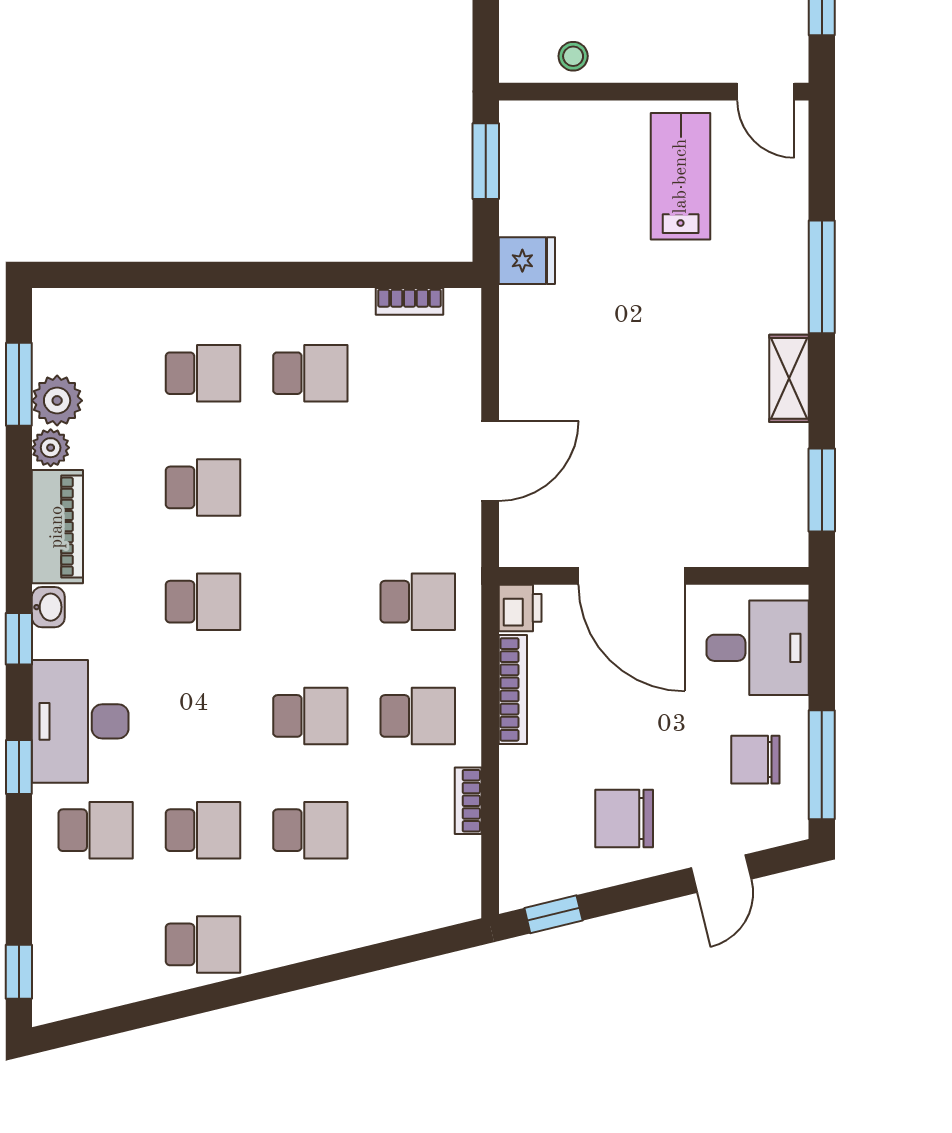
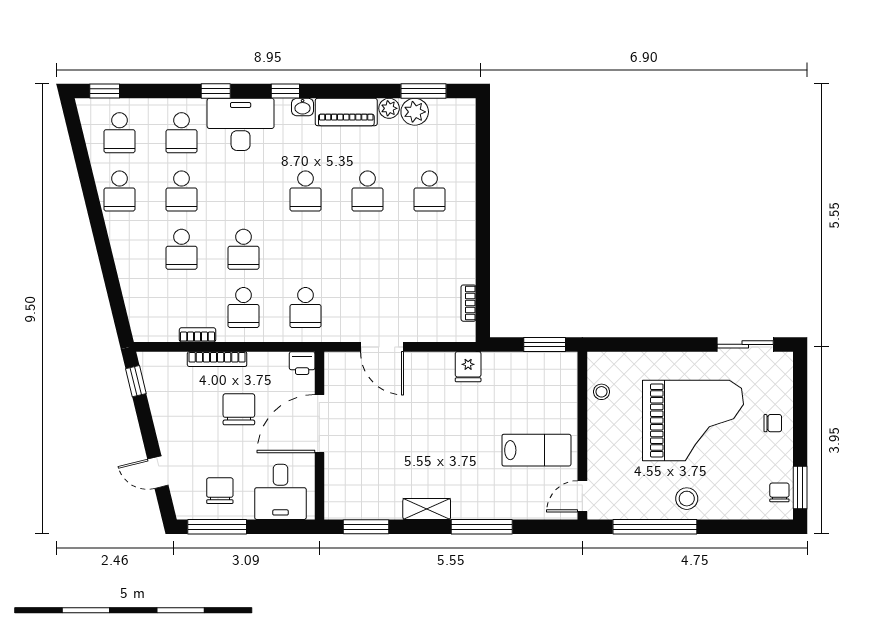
fridge: (527, 261) -> (468, 367), moved
school desk: (310, 373) -> (120, 133), moved
bookcase: (513, 689) -> (217, 359), moved
chair: (624, 818) -> (239, 409), moved

